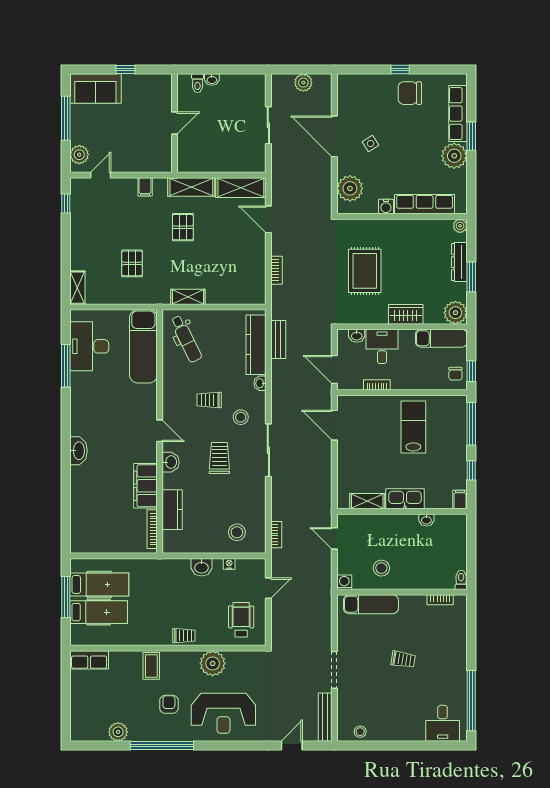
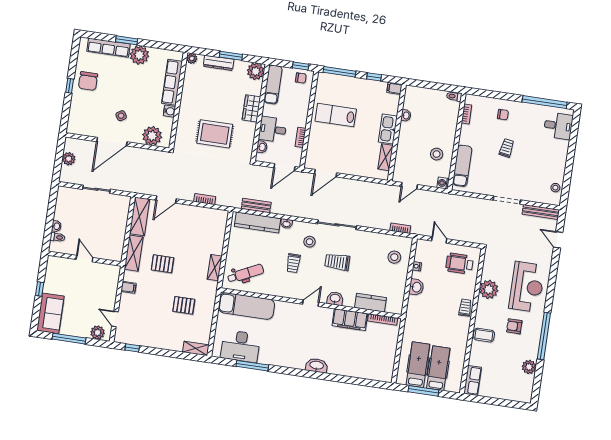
chair: (446, 648) -> (503, 115), added

